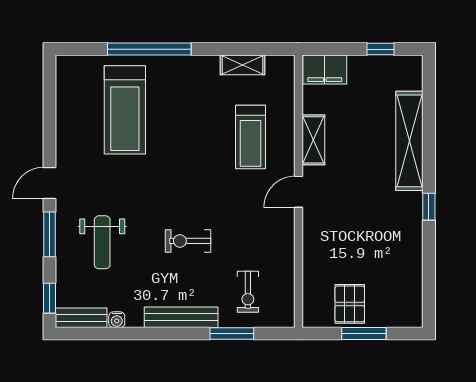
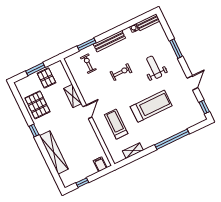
filing cabinet: (325, 69) -> (100, 164), width x0.50
treadmill: (125, 110) -> (151, 106), moved, turned 90
shelving: (313, 140) -> (73, 96), moved
door: (50, 183) -> (193, 83), moved
weight bench: (102, 242) -> (154, 67), moved
pallet: (396, 257) -> (37, 105), added
window: (50, 298) -> (204, 107), moved

